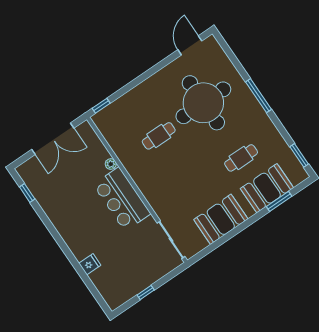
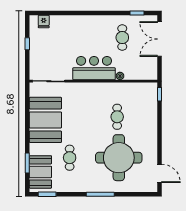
double door: (53, 139) -> (159, 39), moved
booth: (267, 188) -> (40, 172), moved
cafe table: (66, 191) -> (122, 38), added
booth: (221, 219) -> (45, 120), width x1.36, depth x1.42
fridge: (90, 264) -> (44, 21), moved

